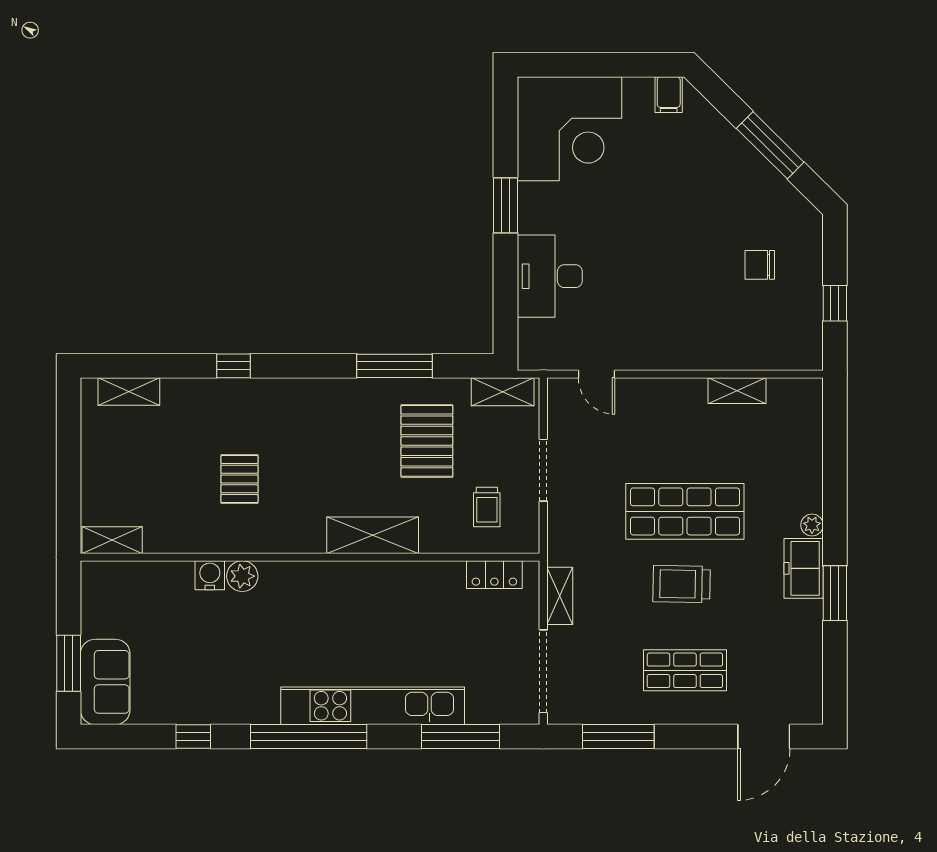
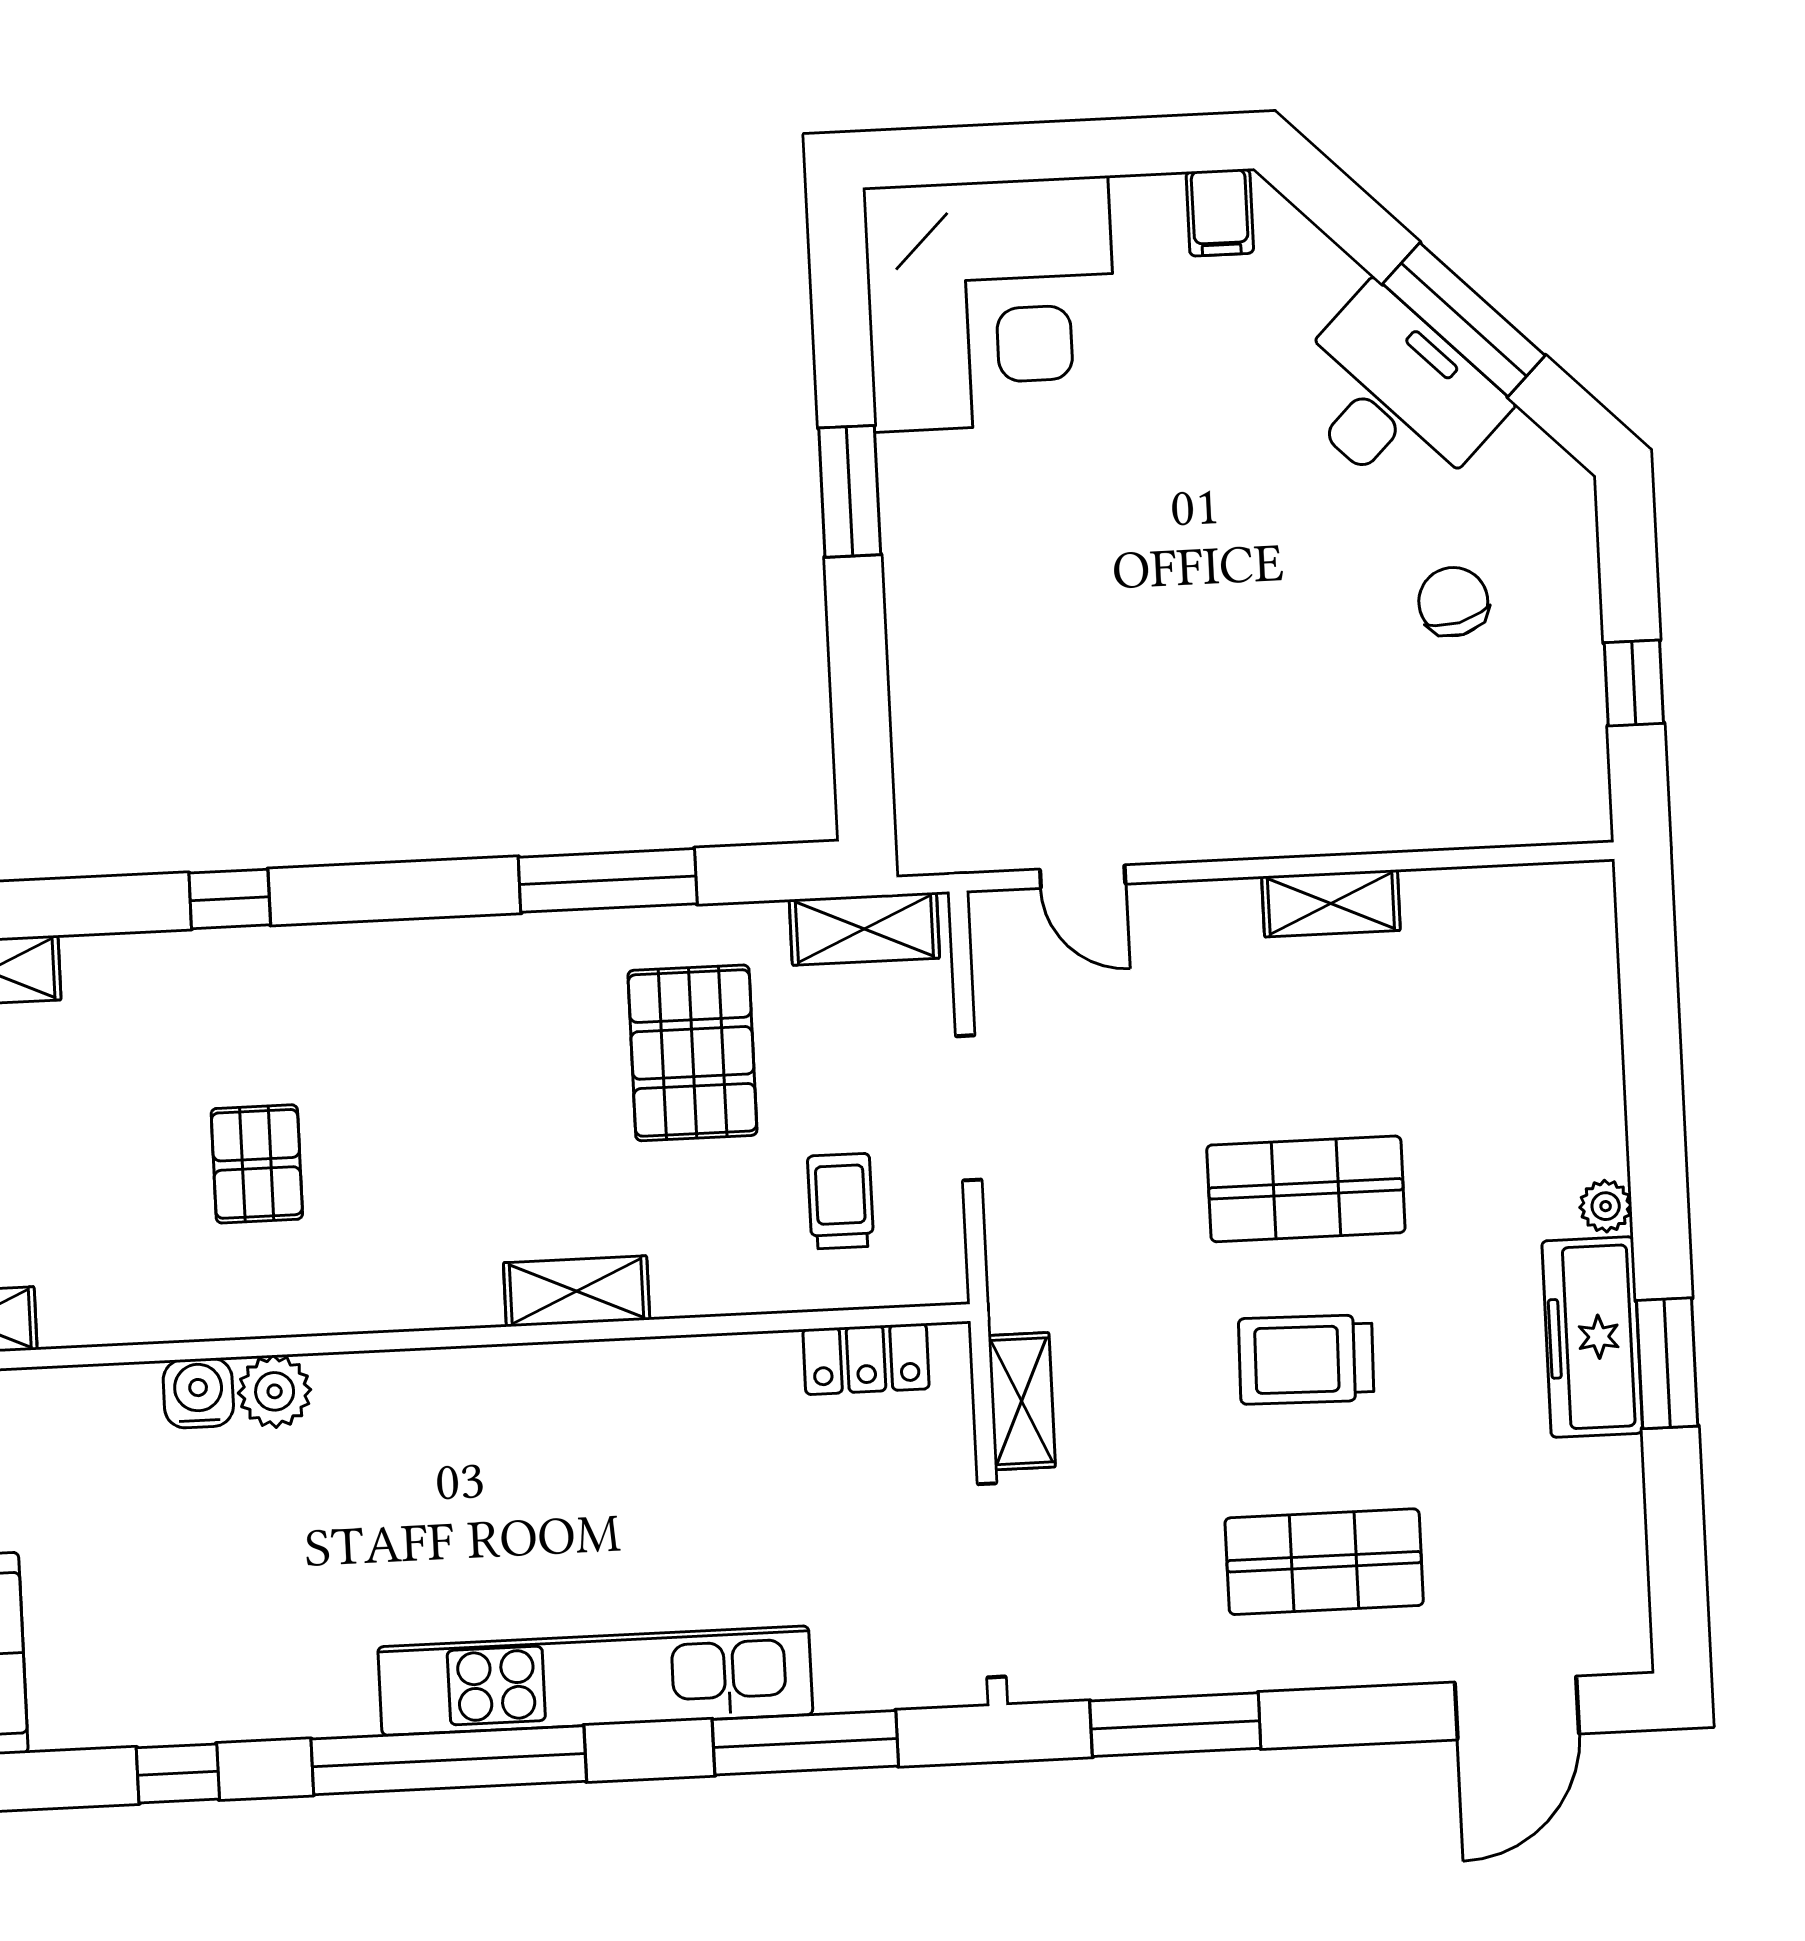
chair: (760, 265) -> (1453, 602), turned 76
desk: (550, 276) -> (1394, 397), moved, turned 135
shelving: (737, 391) -> (1331, 903), moved
trolley: (487, 507) -> (841, 1201), turned 180
shop shelf: (685, 511) -> (1306, 1189), width x0.70, depth x0.74
shelving: (373, 535) -> (577, 1291), width x0.67, depth x0.75
freezer: (804, 568) -> (1592, 1337), width x1.40

